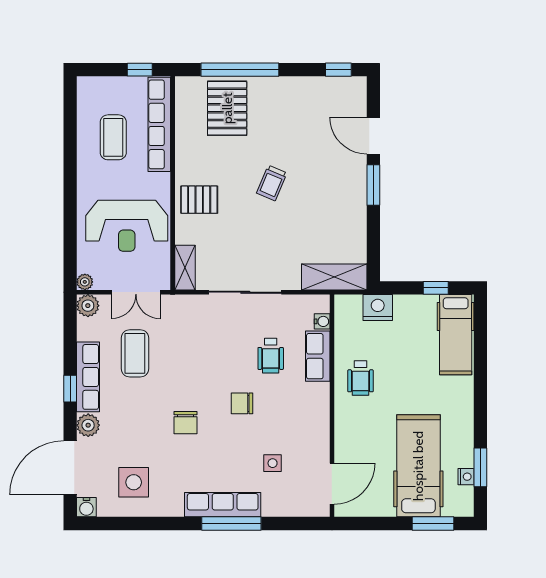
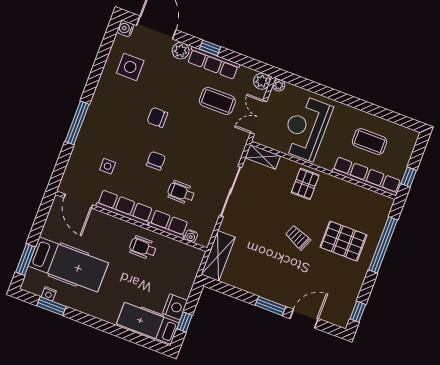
pallet: (227, 108) -> (343, 241), moved
nightstand: (378, 308) -> (175, 307), moved
row of seats: (223, 505) -> (124, 207), moved, turned -90

